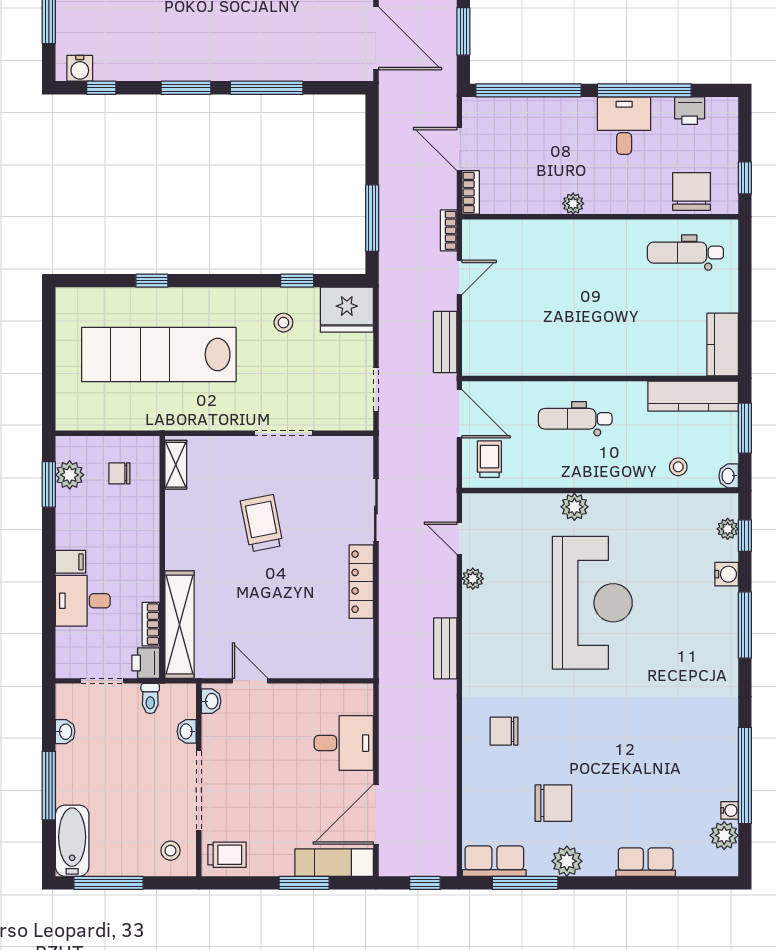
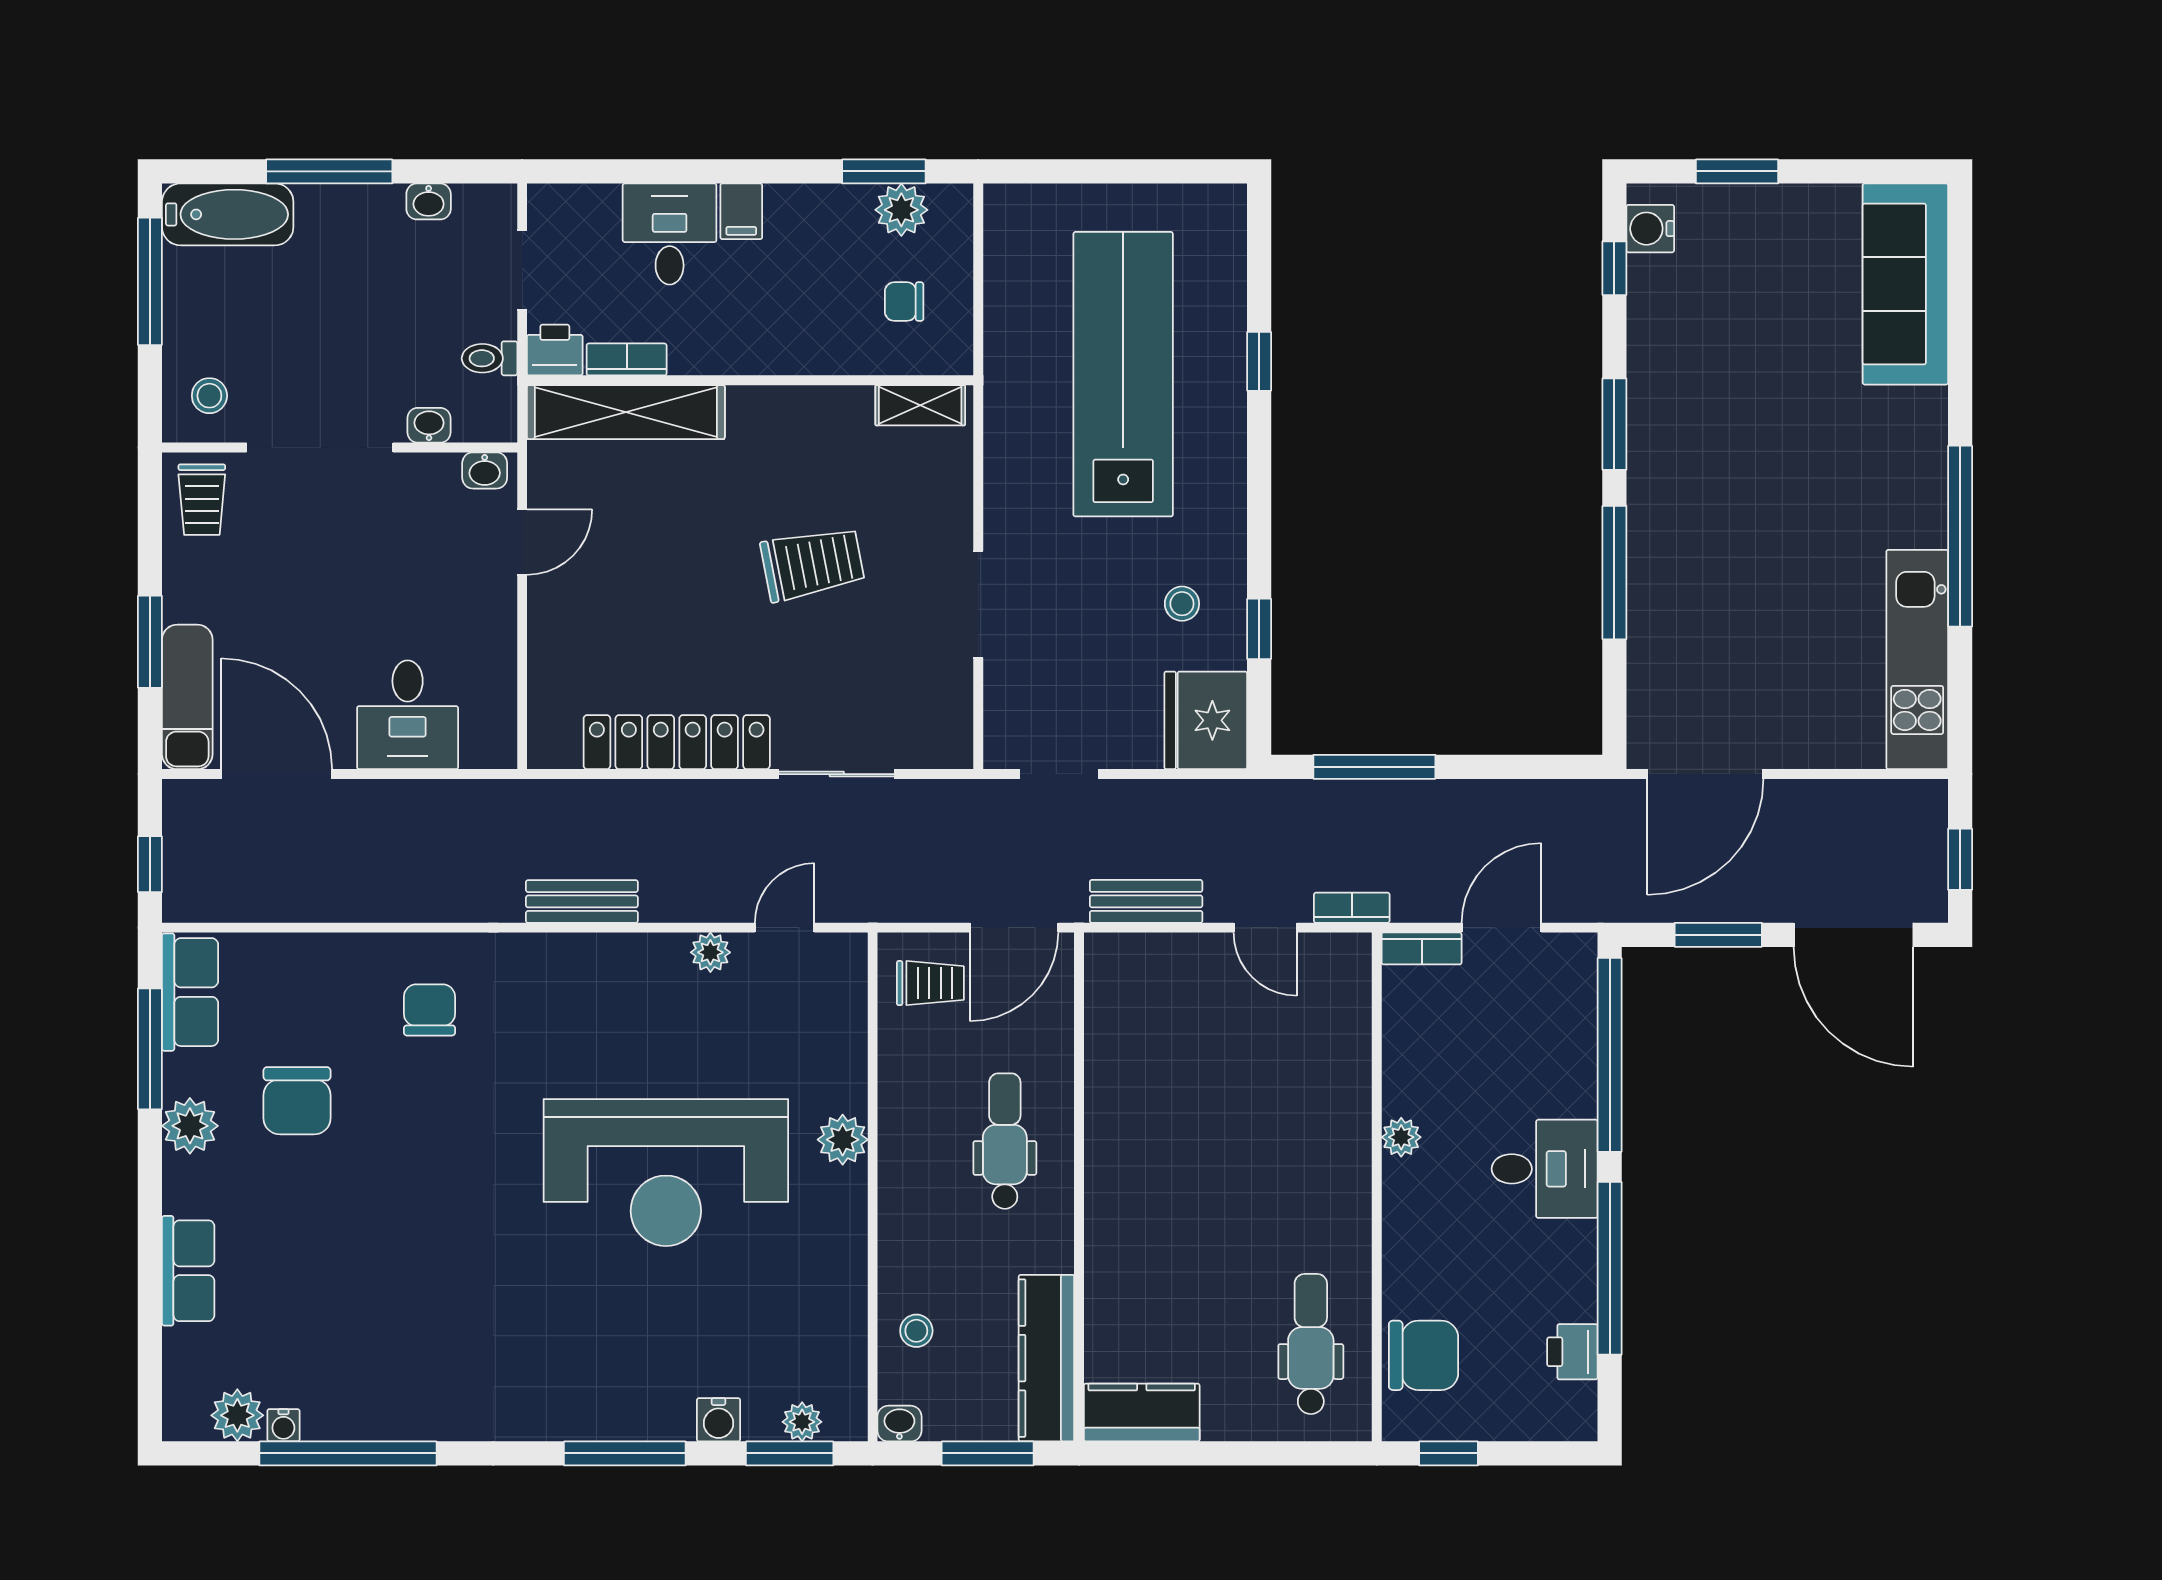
desk: (624, 126) -> (1545, 1169), moved
chair: (119, 473) -> (904, 302), turned -90
window: (745, 536) -> (790, 1453), width x1.50
locker: (361, 582) -> (677, 742), width x1.41, depth x1.21

